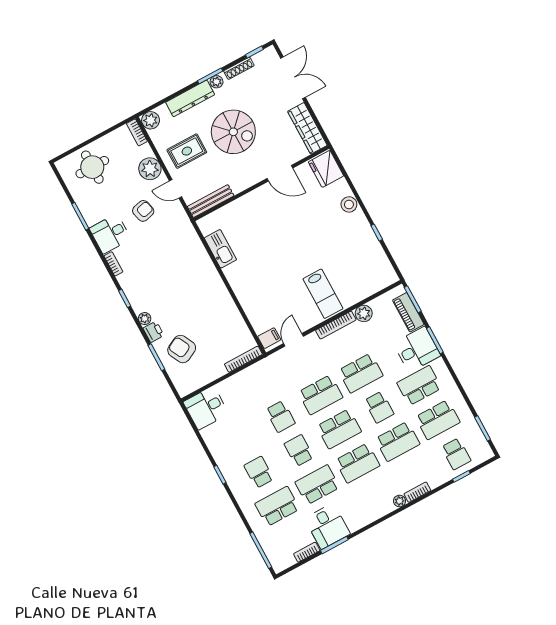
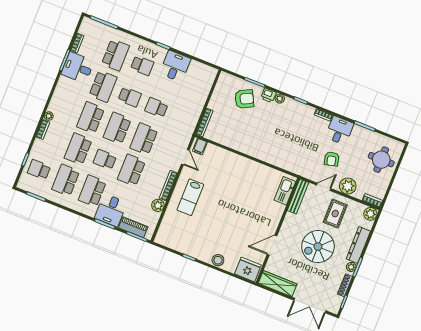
kitchen sink: (220, 249) -> (285, 191), moved, turned 90
lab bench: (323, 294) -> (190, 197), turned -90
school desk: (419, 386) -> (92, 191), turned 180
desk: (206, 408) -> (175, 66), moved

